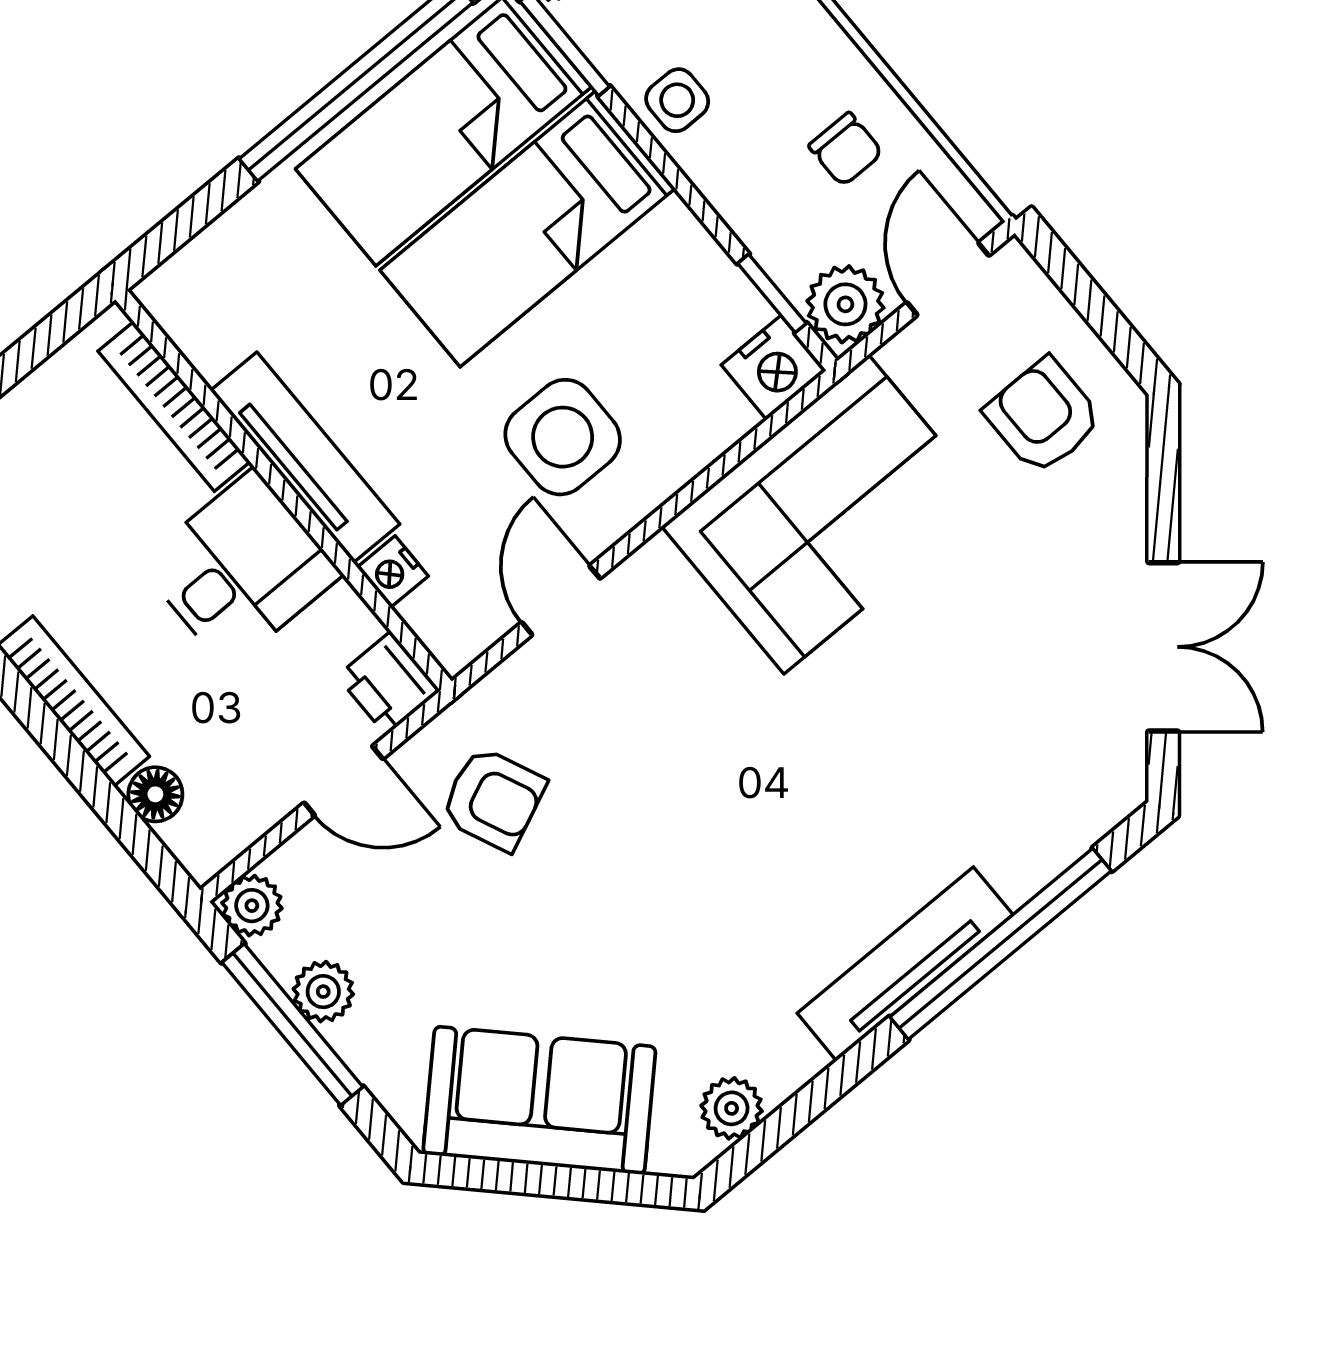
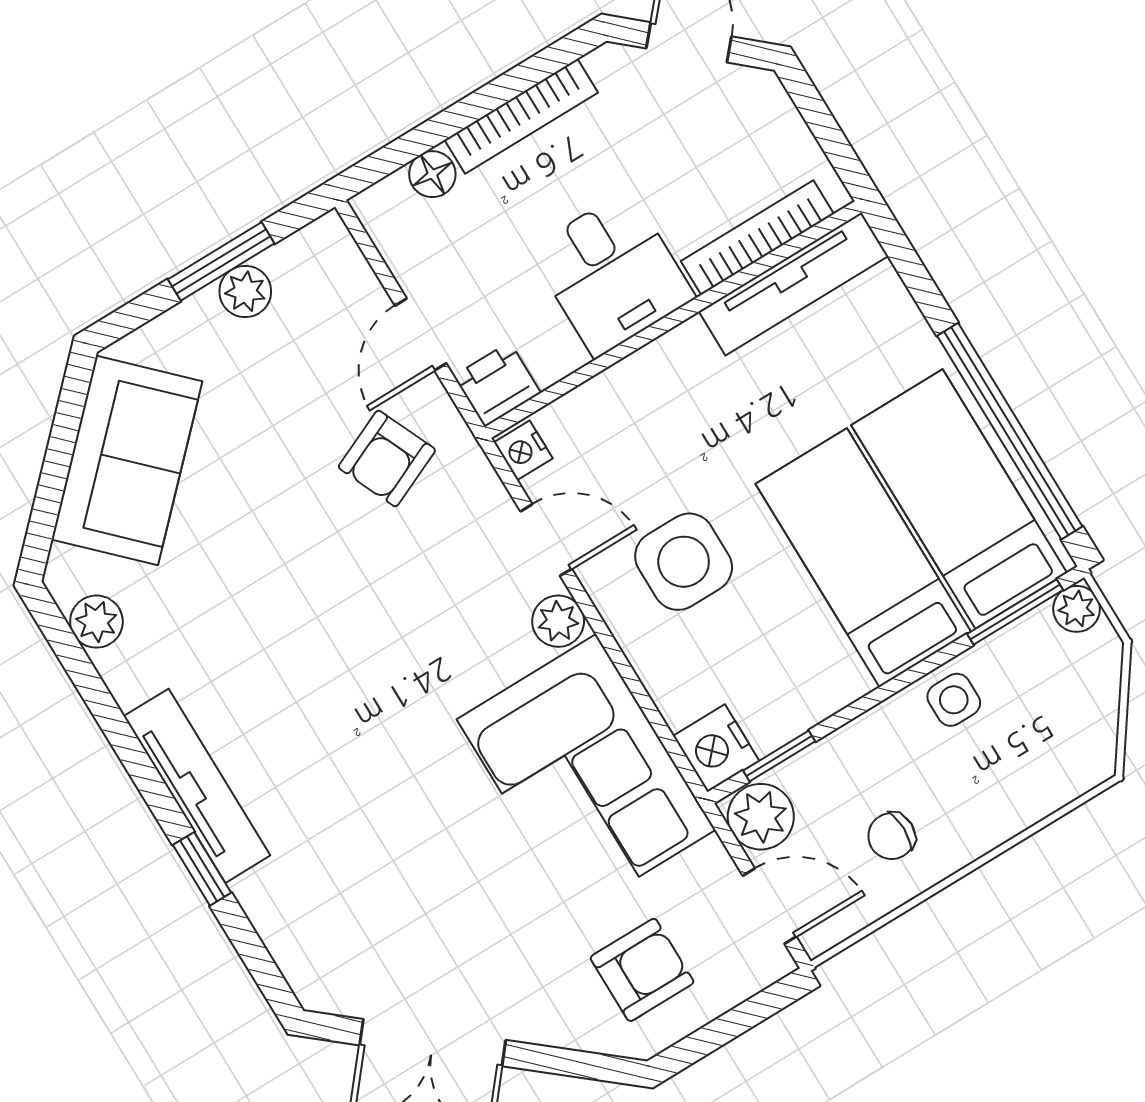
tv unit: (305, 457) -> (793, 284), moved
nightstand: (393, 572) -> (523, 450), moved, turned -90
plant: (252, 906) -> (558, 621), moved
window: (1001, 944) -> (202, 869), width x0.32
window: (292, 1025) -> (221, 261), width x0.69

